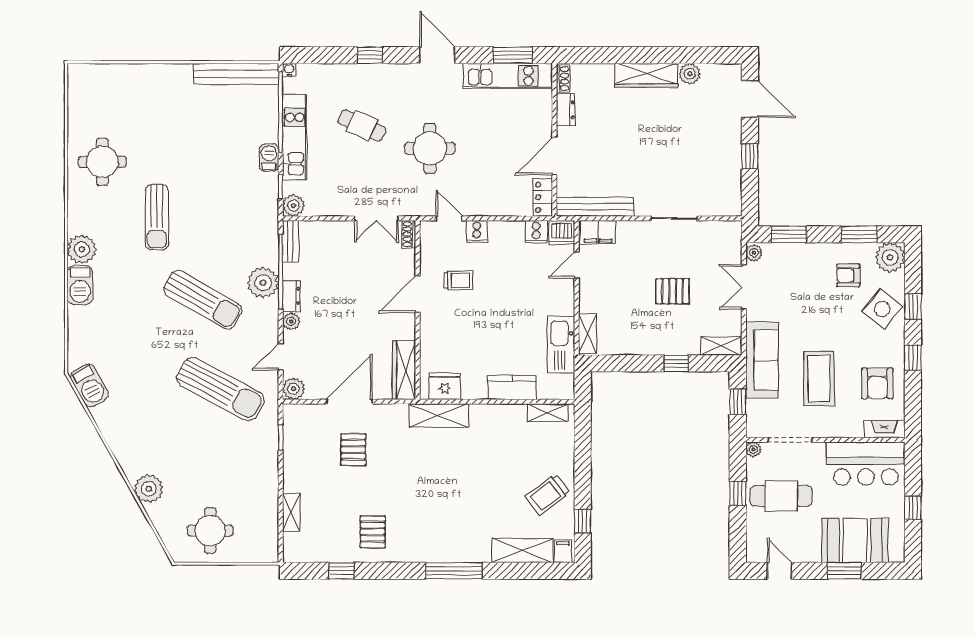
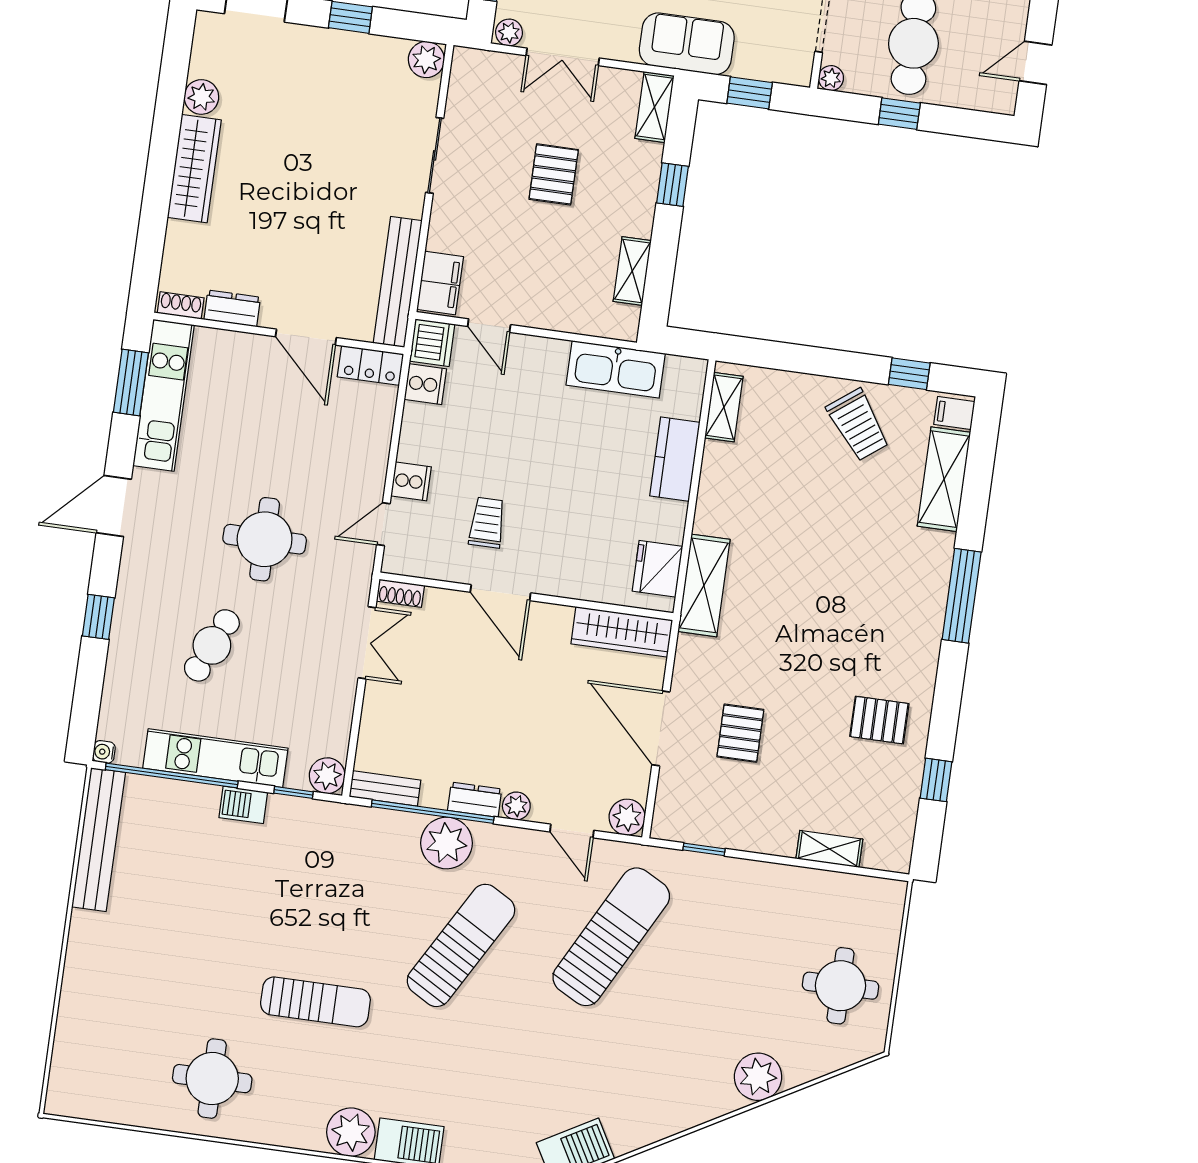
plant: (731, 205) -> (426, 60), added
shelving: (588, 334) -> (632, 271), moved, turned 90
sofa: (762, 360) -> (687, 44), width x0.73
pallet: (353, 450) -> (740, 733), turned 90

